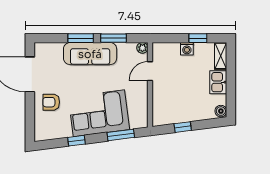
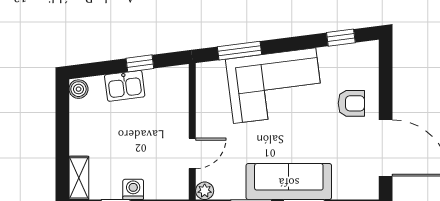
kitchen sink: (218, 82) -> (125, 86), moved, turned 83
window: (76, 141) -> (341, 38), moved

